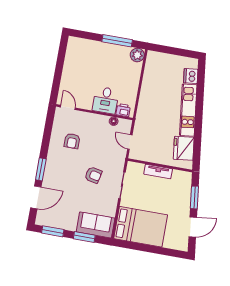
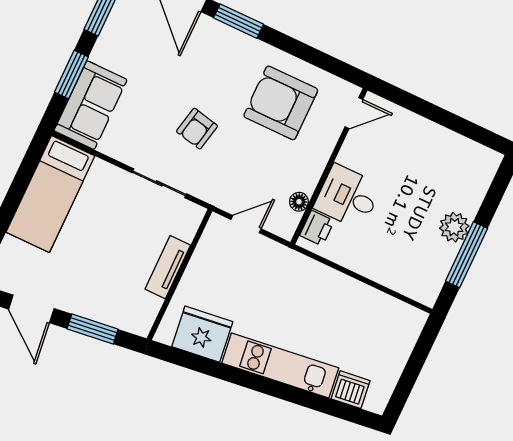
plant: (137, 55) -> (454, 227), moved
armchair: (72, 141) -> (281, 103), width x1.88, depth x1.88
bed: (141, 227) -> (50, 194), width x0.67

